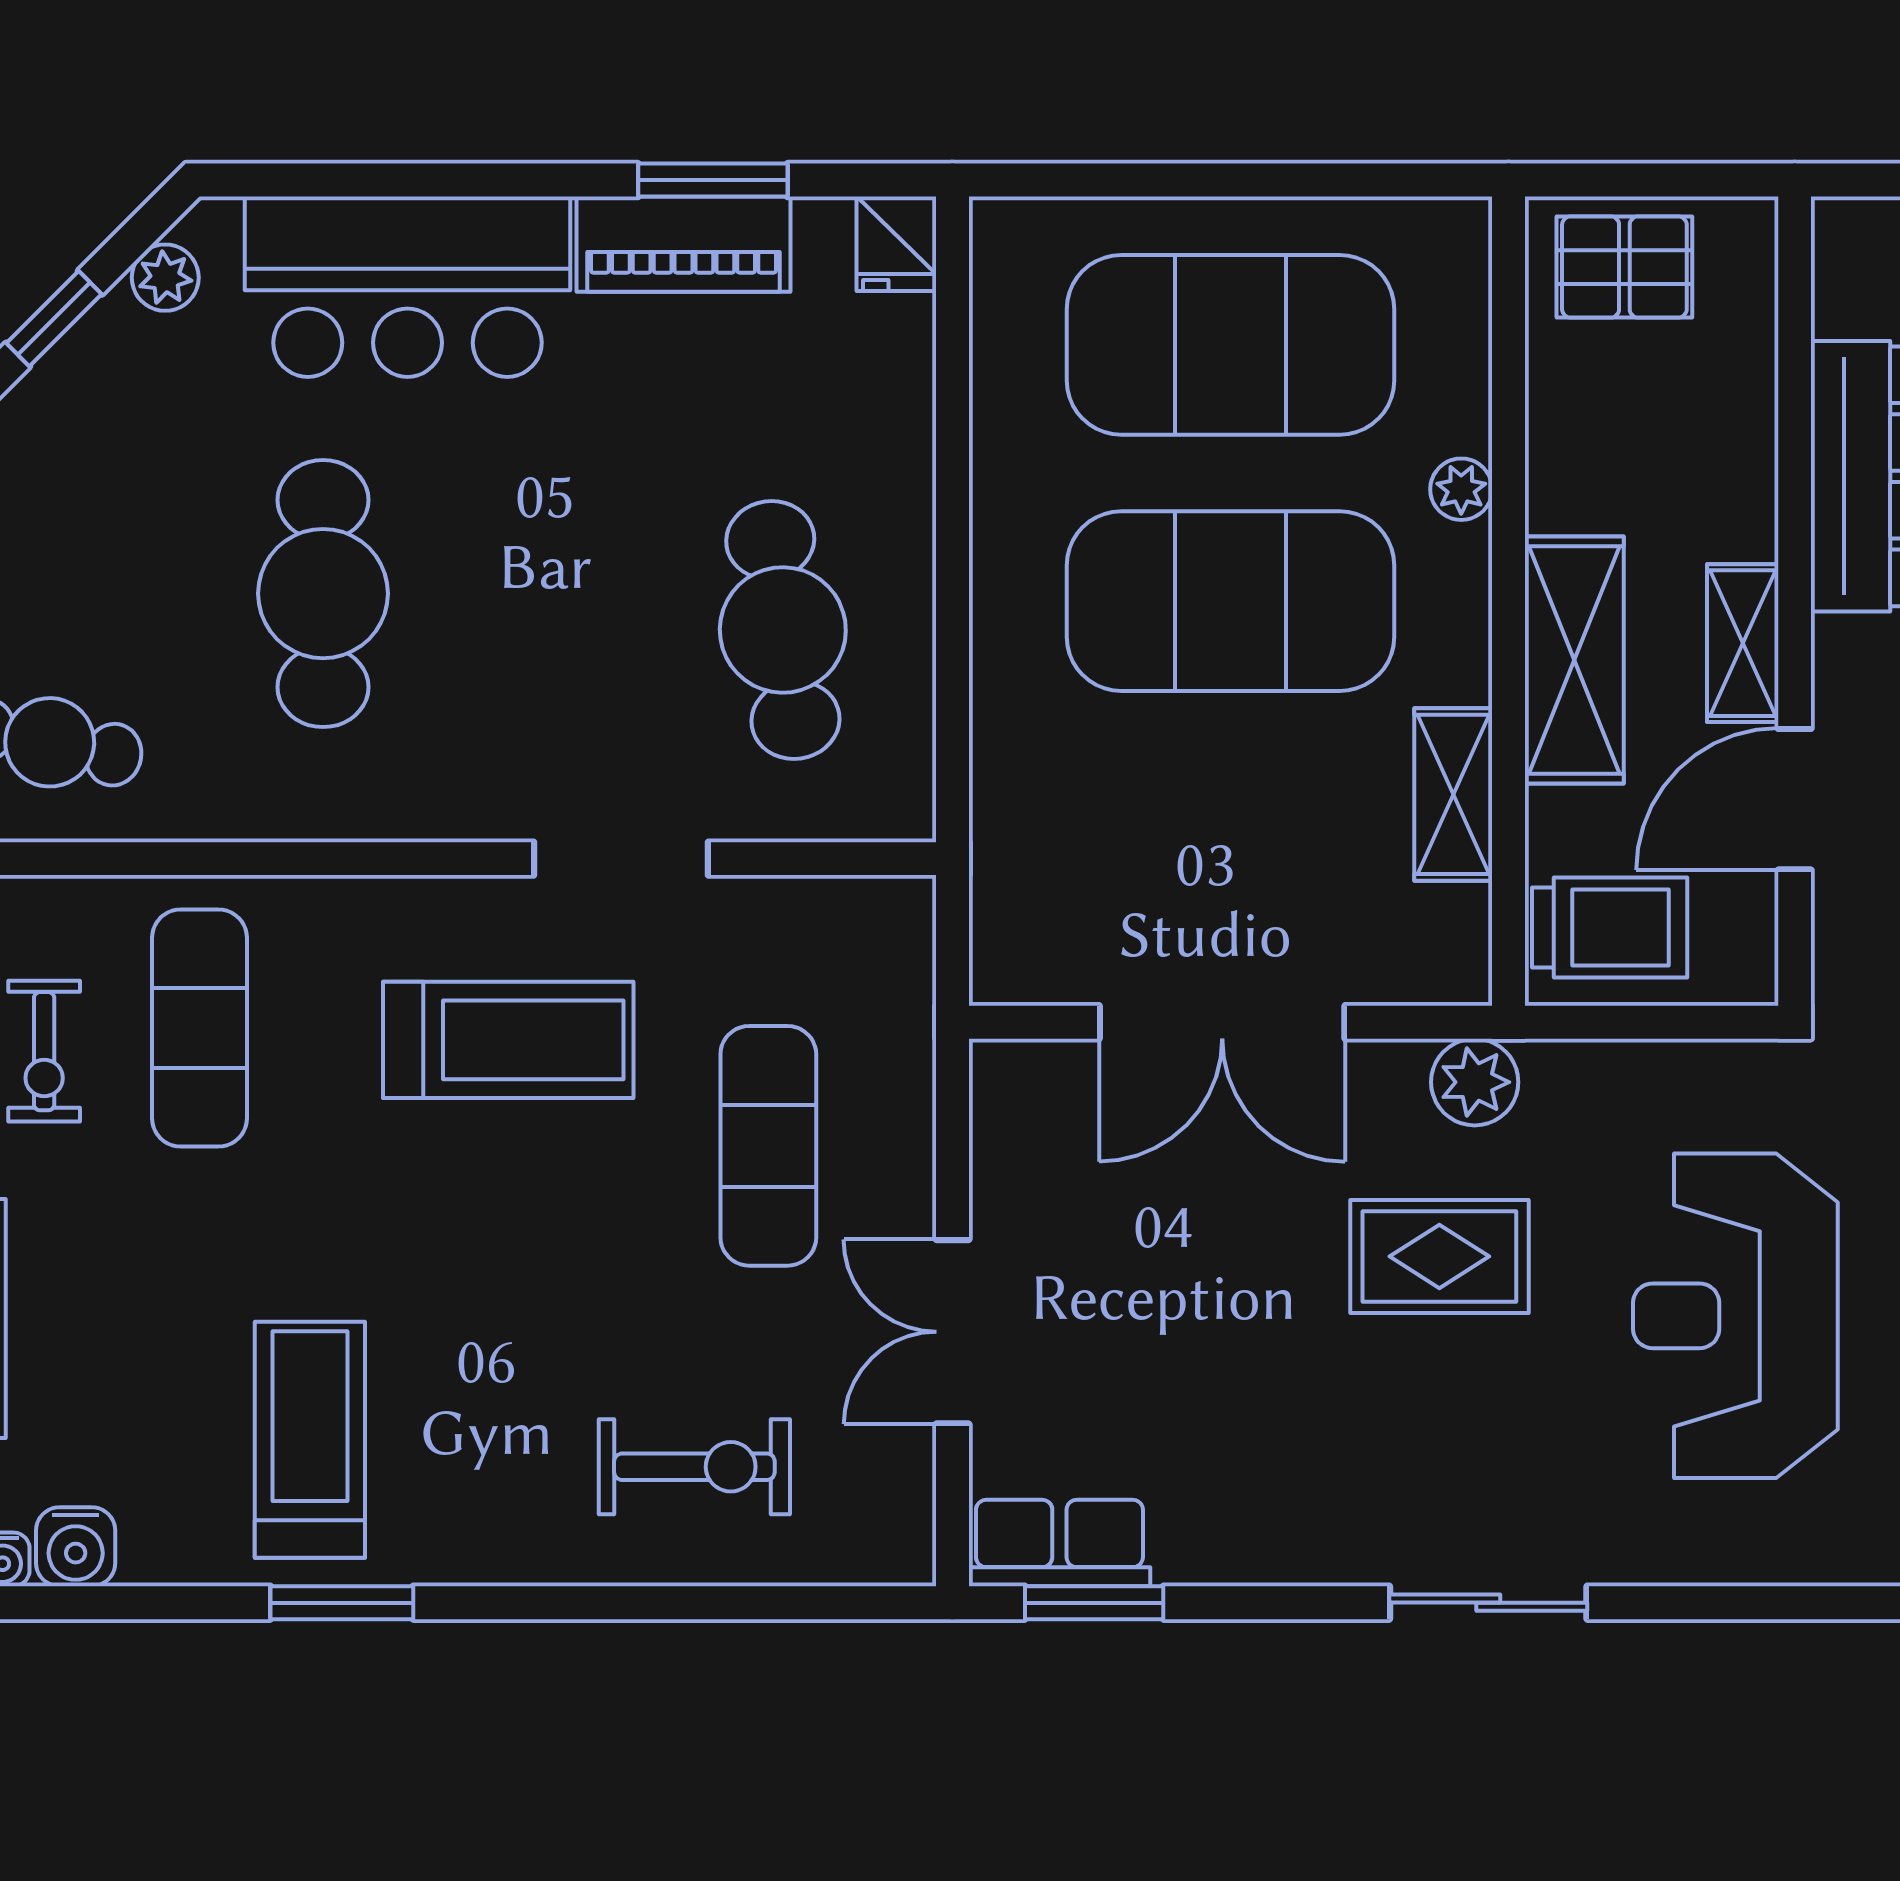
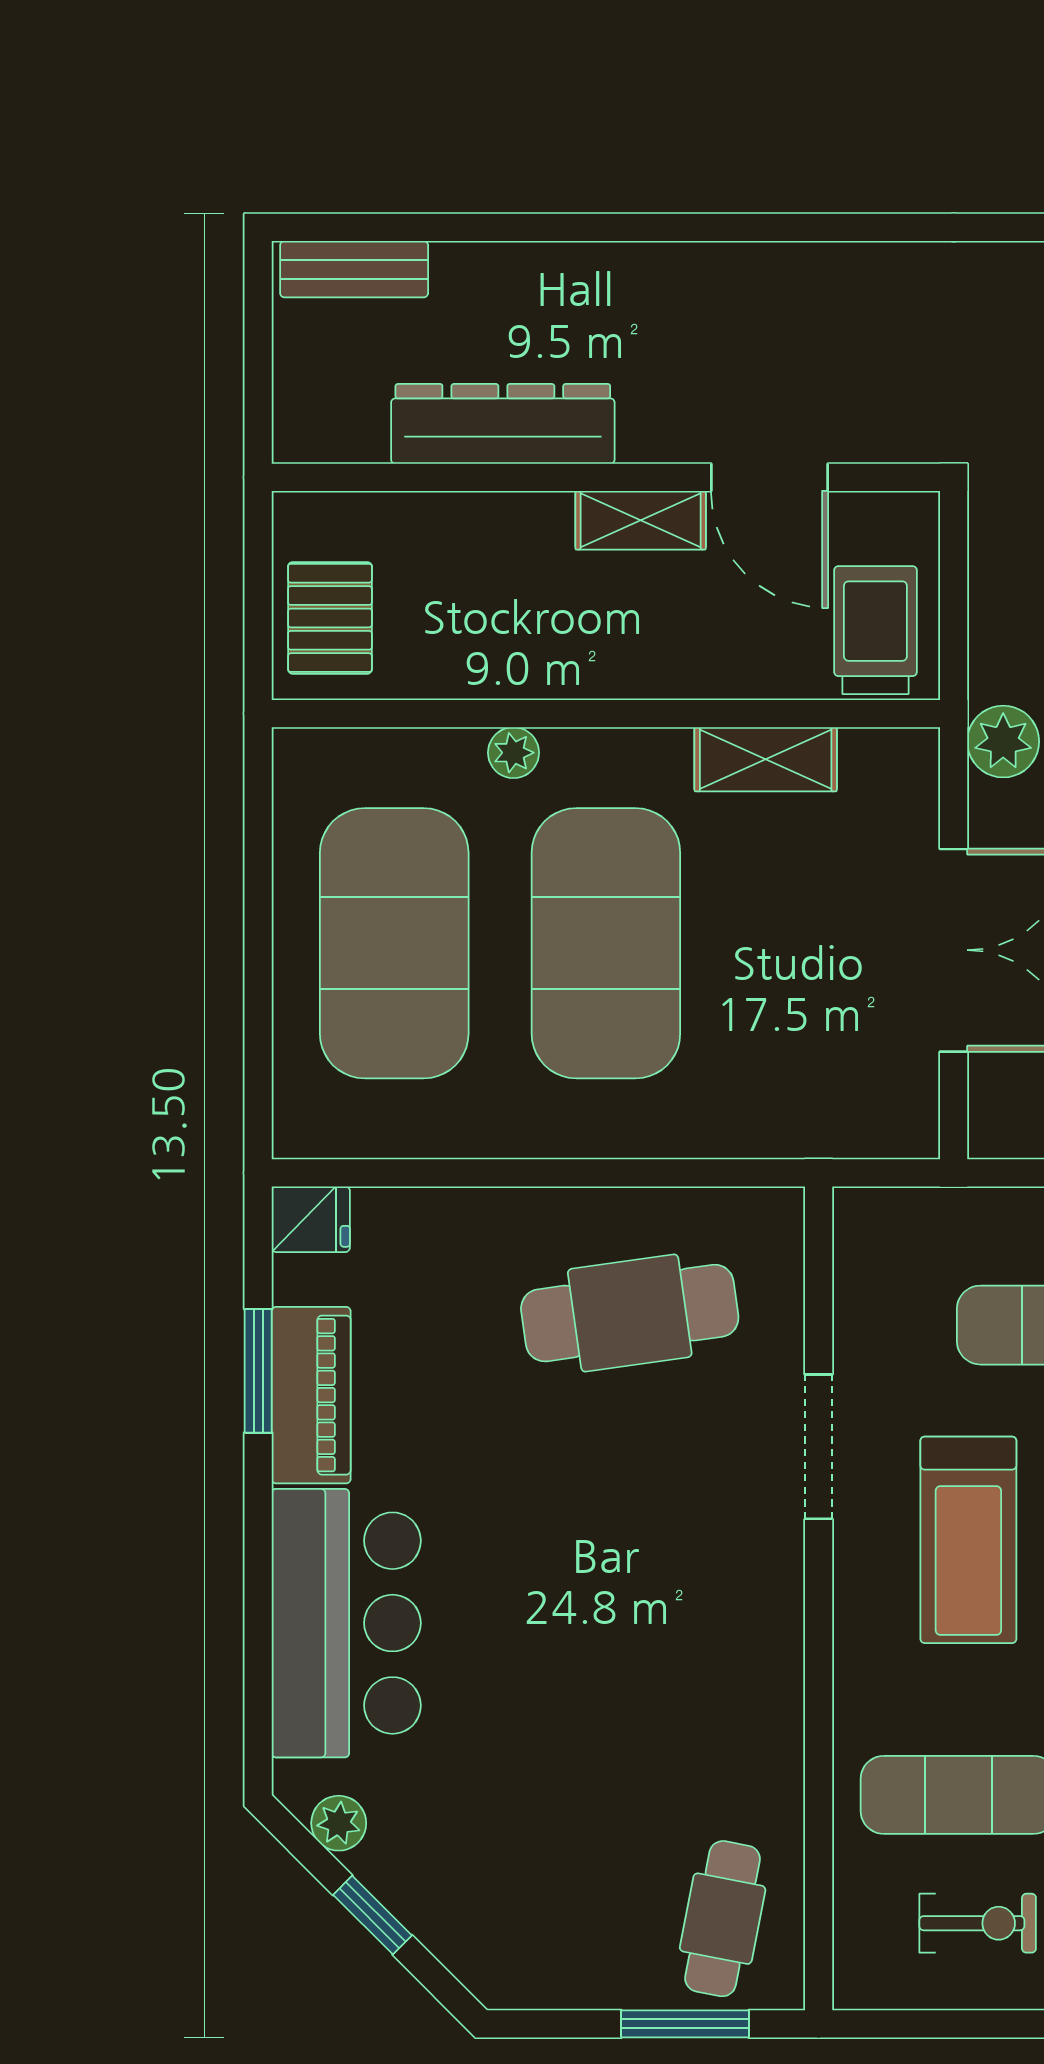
cafe table: (323, 594) -> (600, 1693), removed
shelving: (1574, 660) -> (655, 659), removed
treadmill: (508, 1040) -> (968, 1540), turned 180

